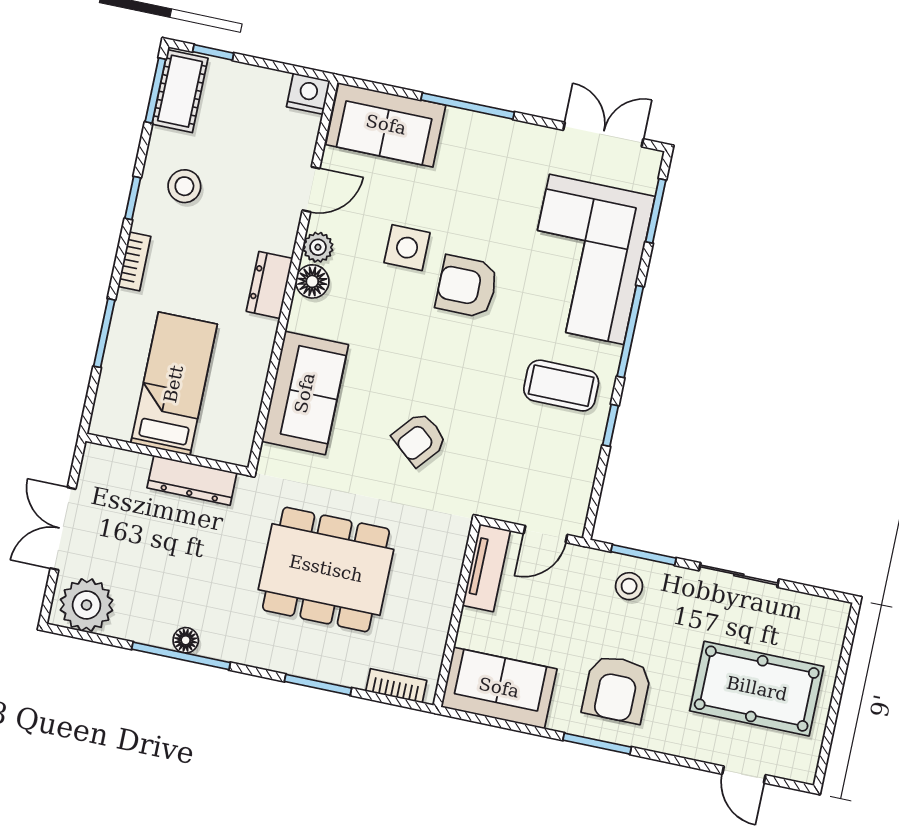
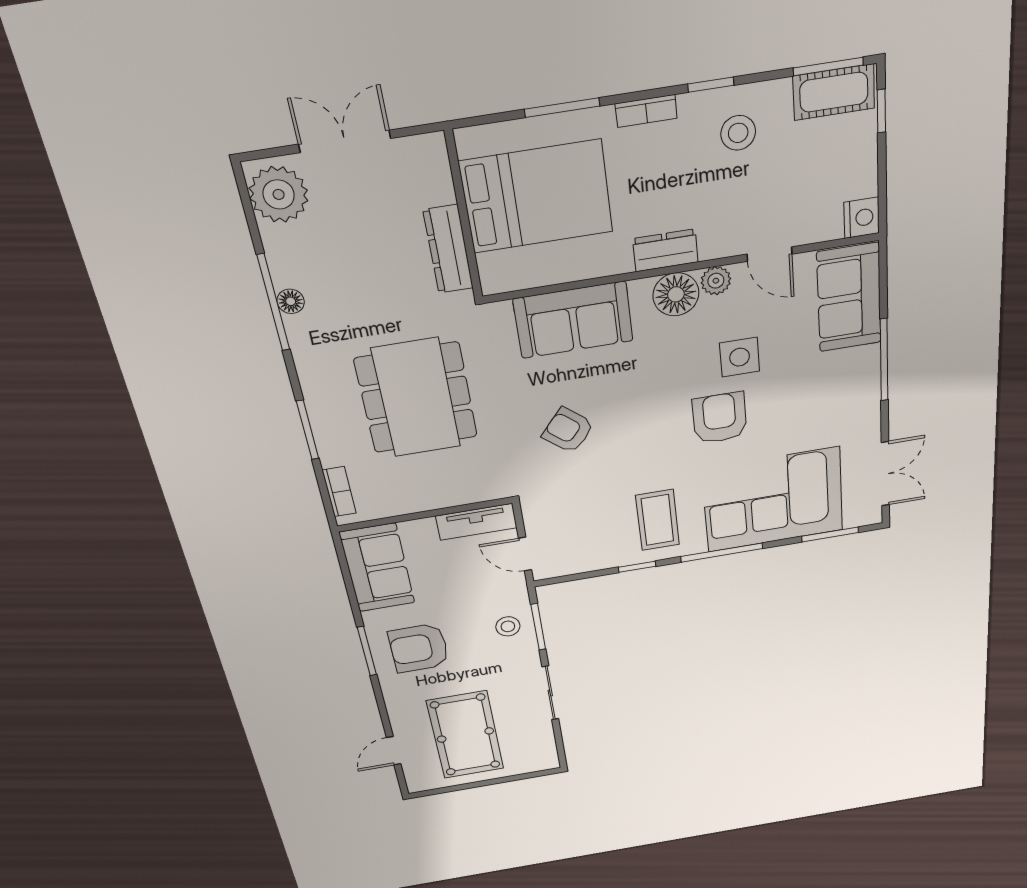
floor lamp: (312, 281) -> (676, 294), width x1.38, depth x1.38
bed: (174, 384) -> (537, 197), width x1.50

